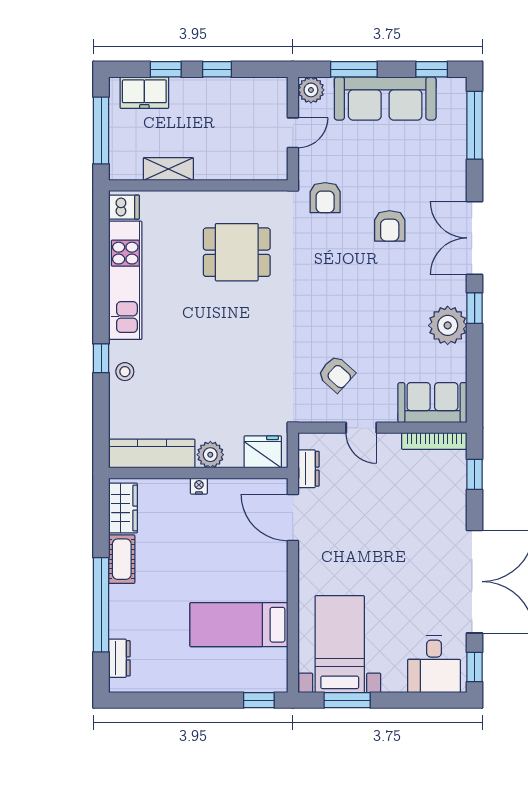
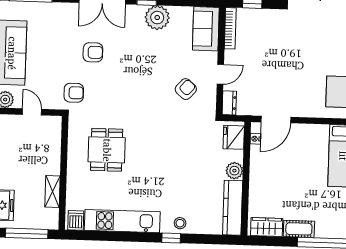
dresser: (308, 469) -> (229, 103), moved, turned 90
nightstand: (199, 486) -> (255, 139), moved

